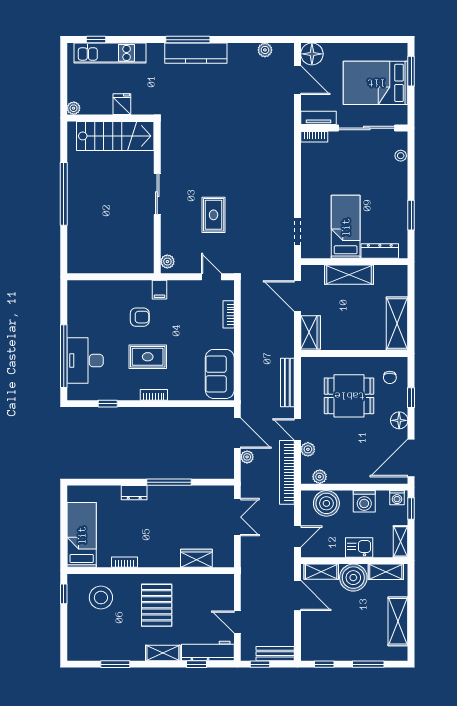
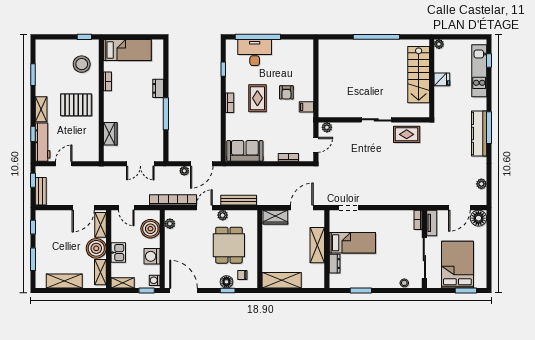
sliding door: (157, 194) -> (376, 120), moved
wall: (157, 197) -> (374, 120), moved
rug: (214, 215) -> (407, 134), moved
dresser: (380, 251) -> (335, 264), width x0.70
plant: (167, 262) -> (327, 127), moved
floor lamp: (399, 420) -> (226, 282), moved
plant: (308, 449) -> (223, 215), moved

